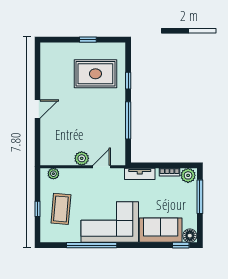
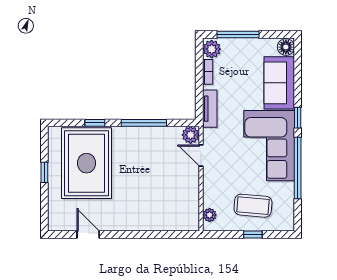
rug: (95, 74) -> (86, 163), width x1.37, depth x1.44
door: (38, 109) -> (88, 234), moved
plant: (82, 158) -> (191, 135), moved
window: (181, 245) -> (298, 118), moved

